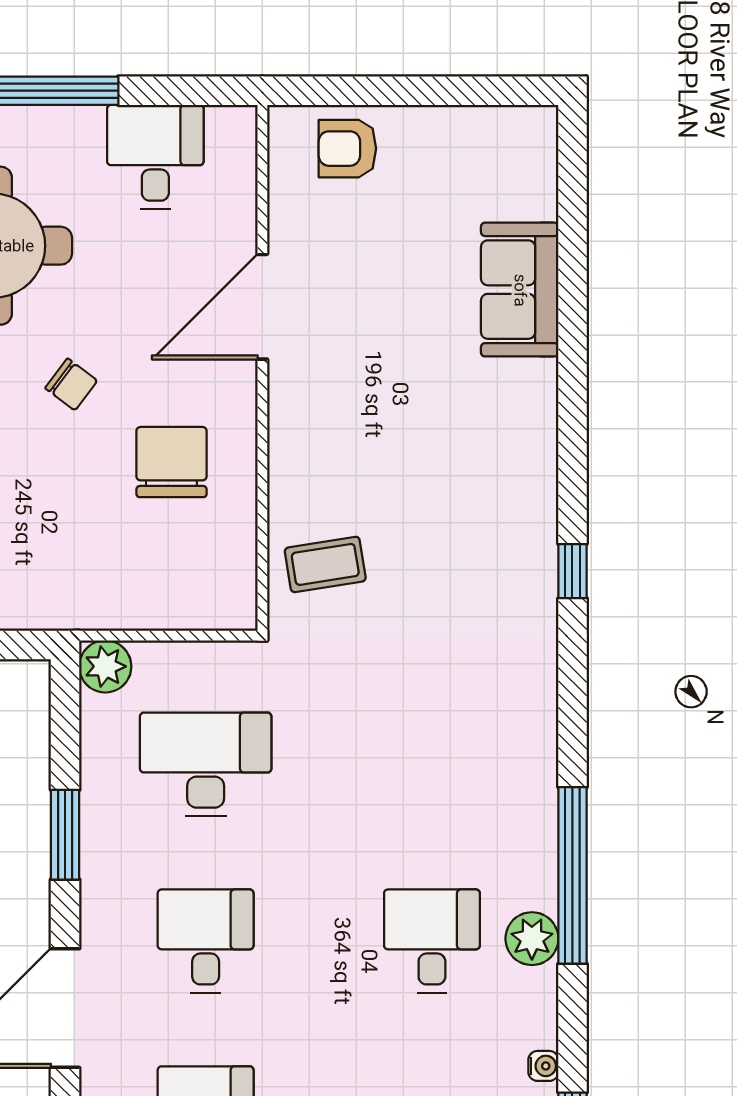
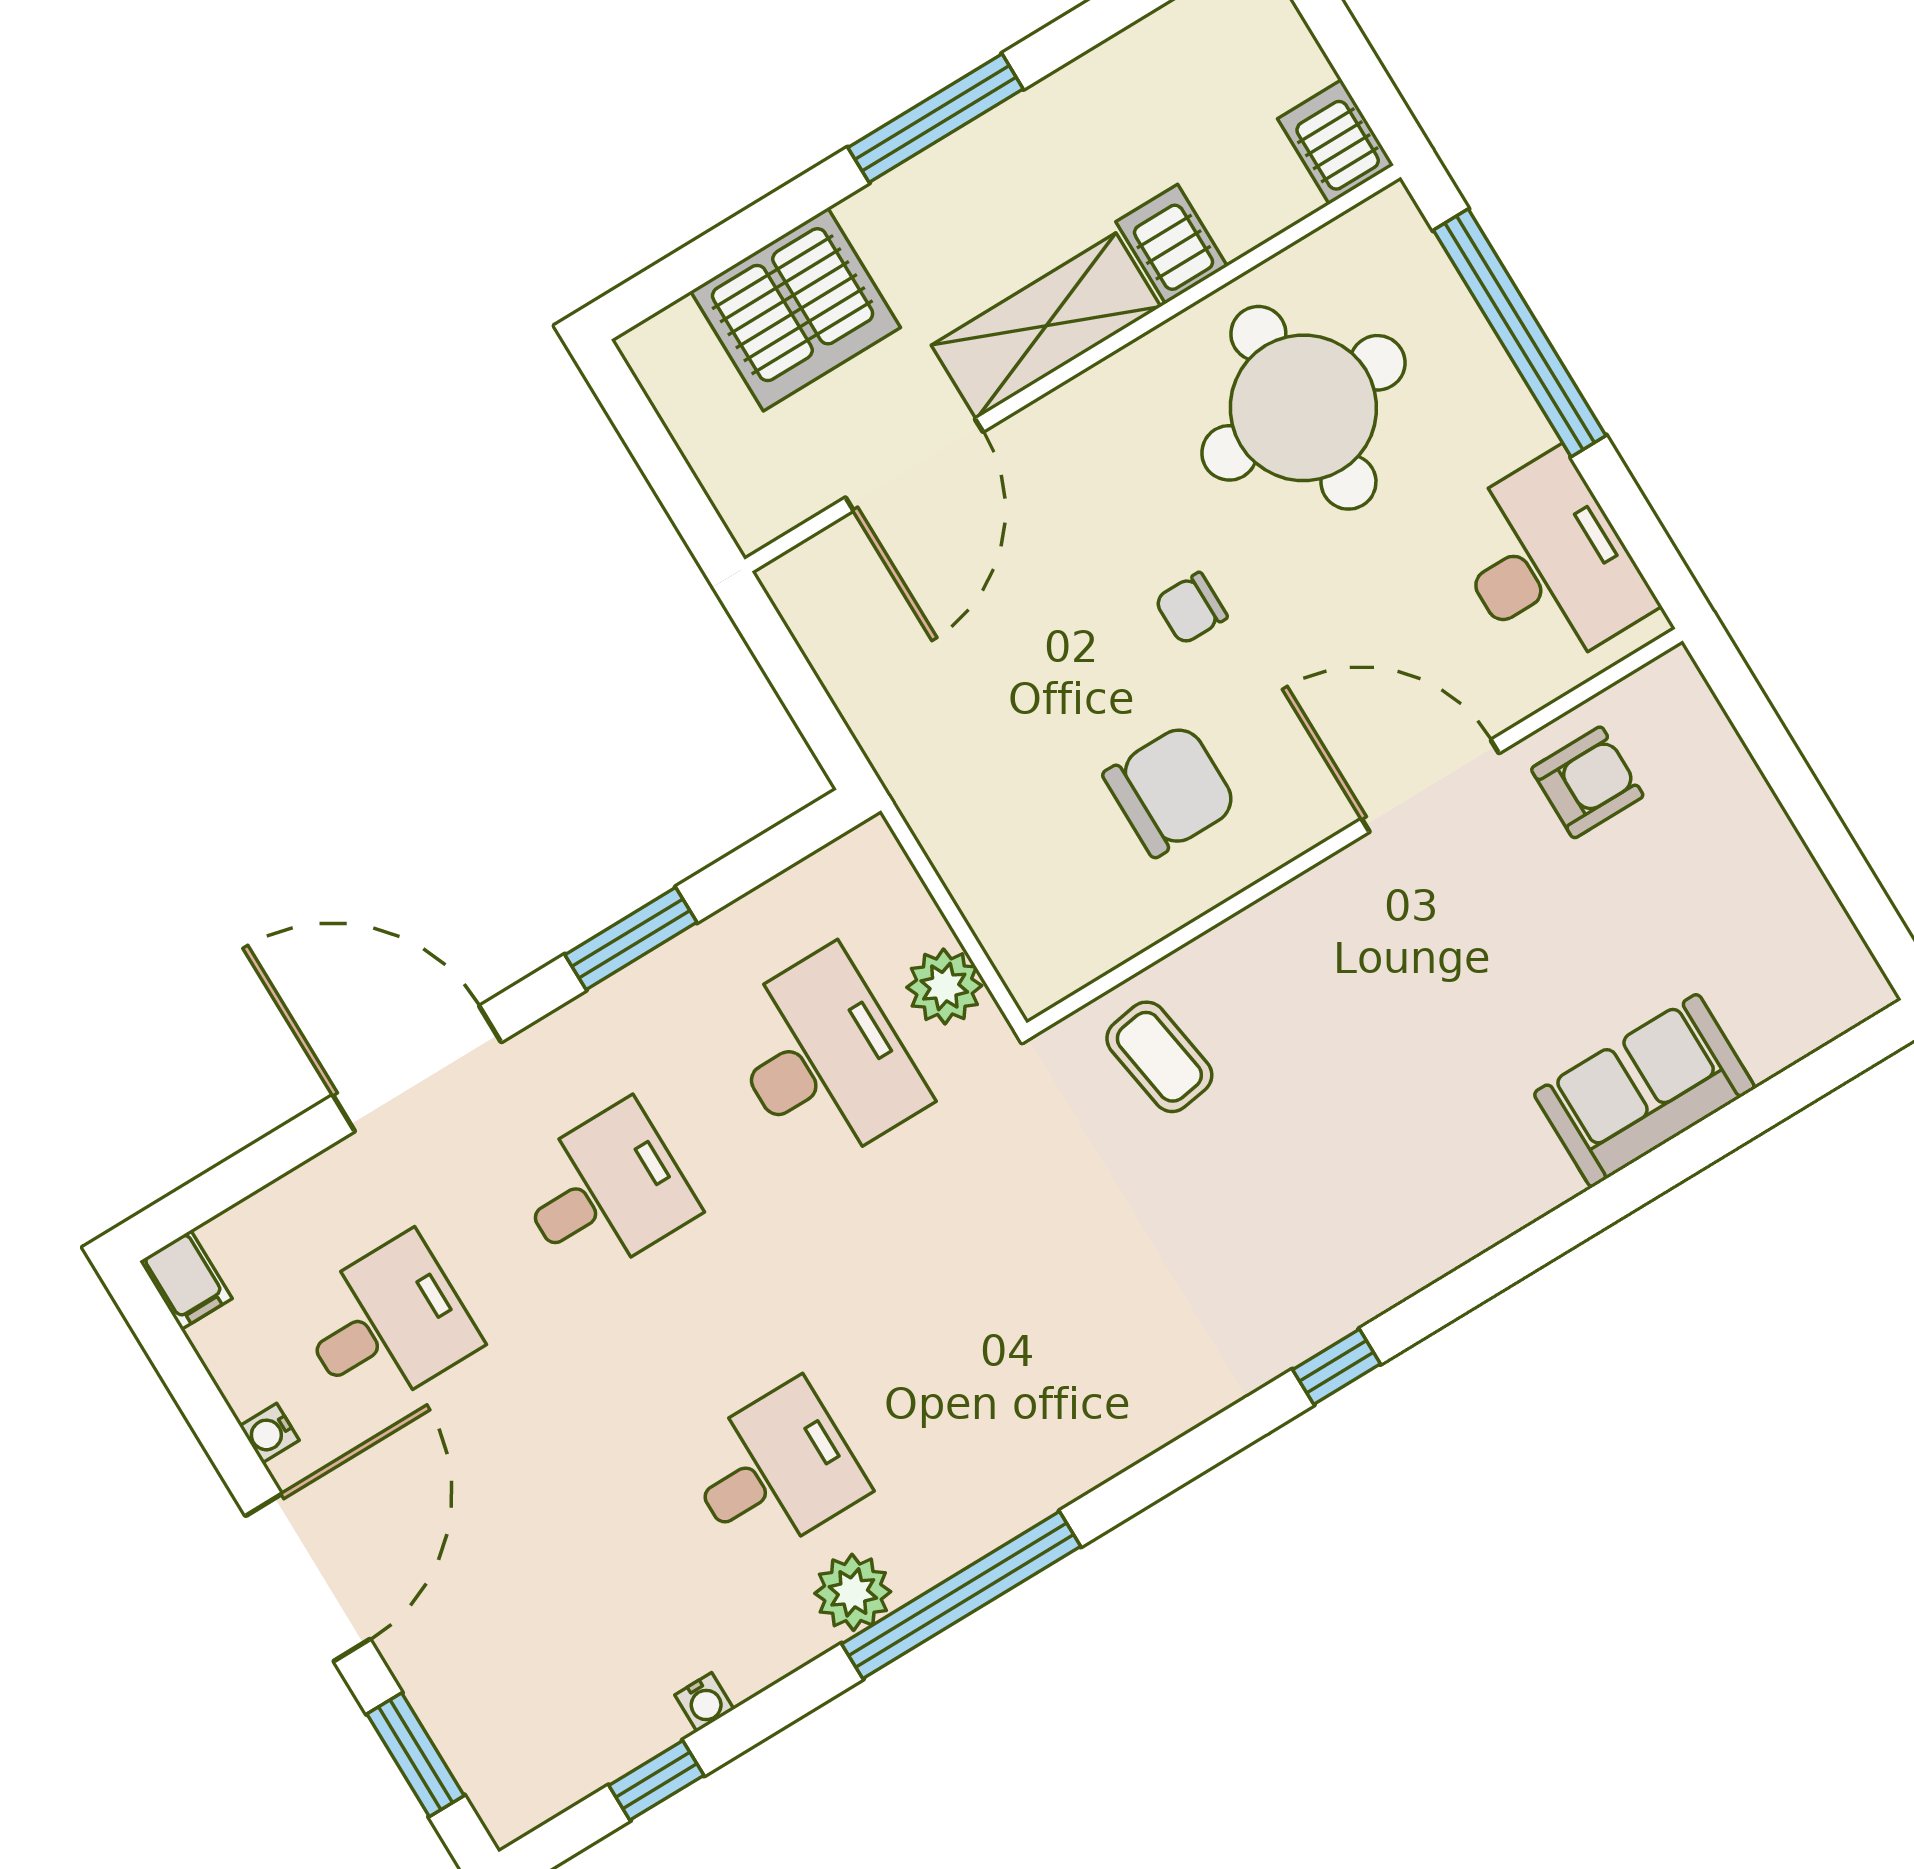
armchair: (347, 149) -> (1587, 782), moved, turned 90
desk: (155, 157) -> (1548, 564), width x1.37
chair: (71, 384) -> (1191, 608), turned 53
plant: (105, 666) -> (944, 987), moved

